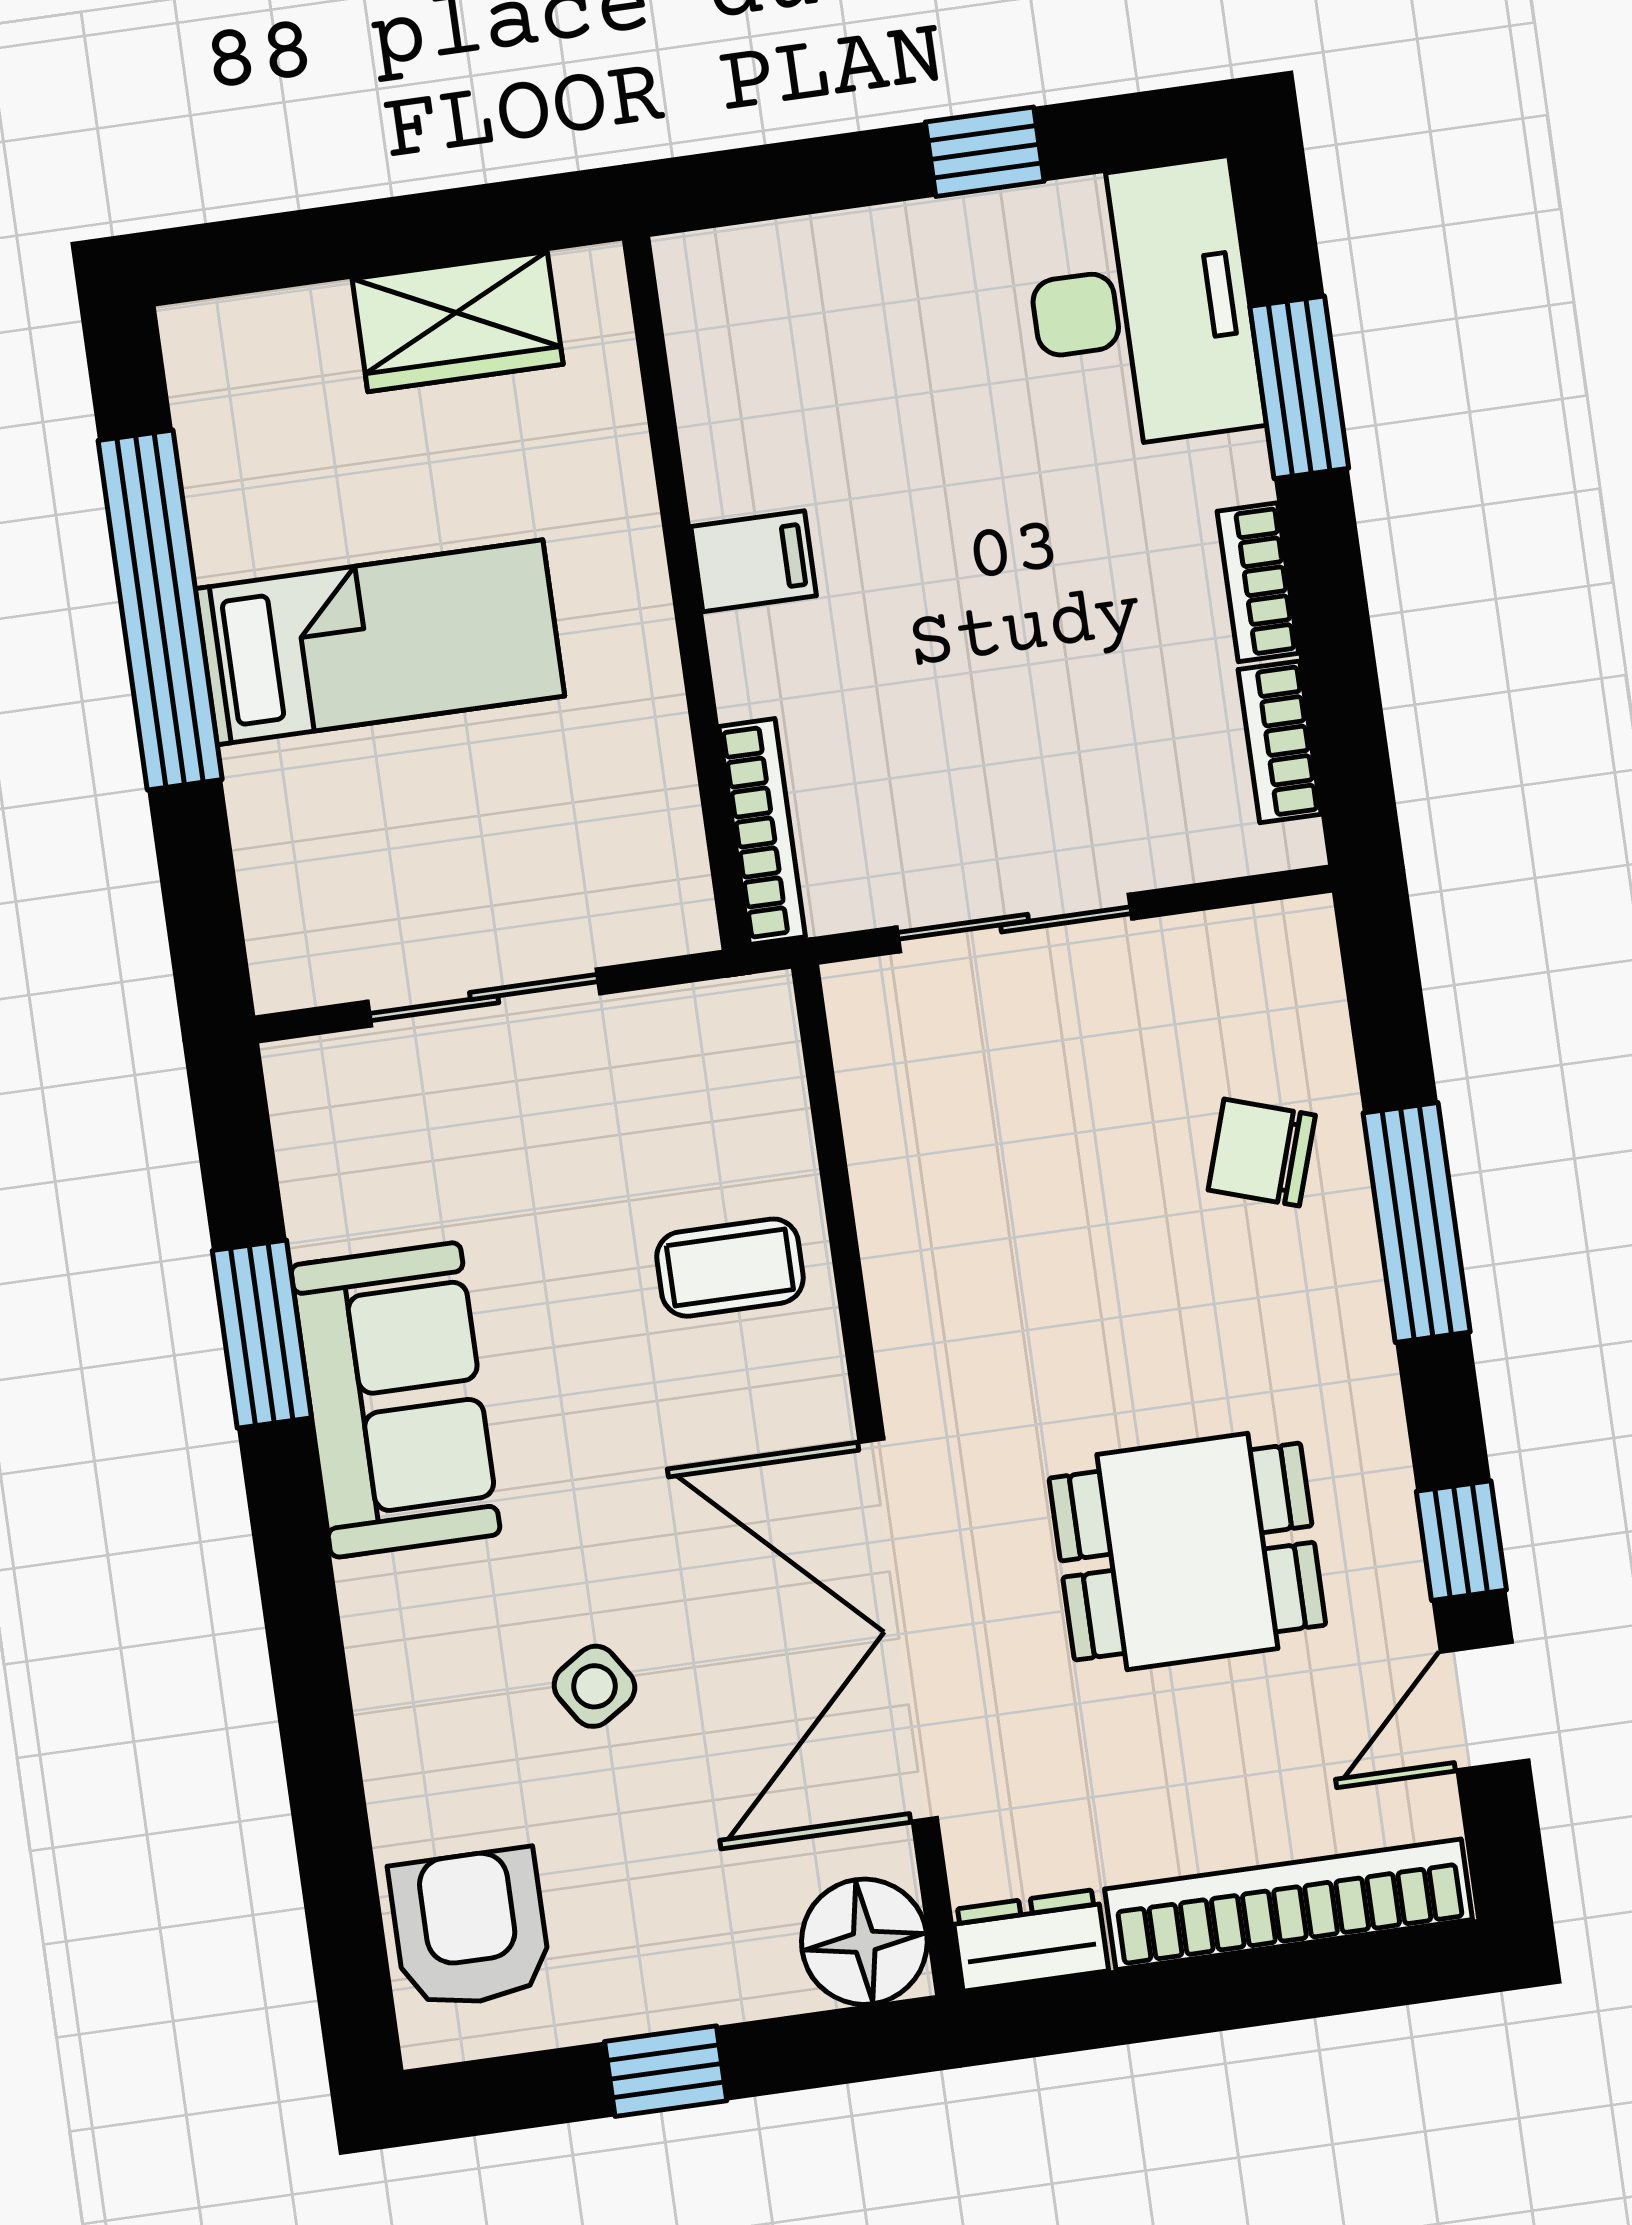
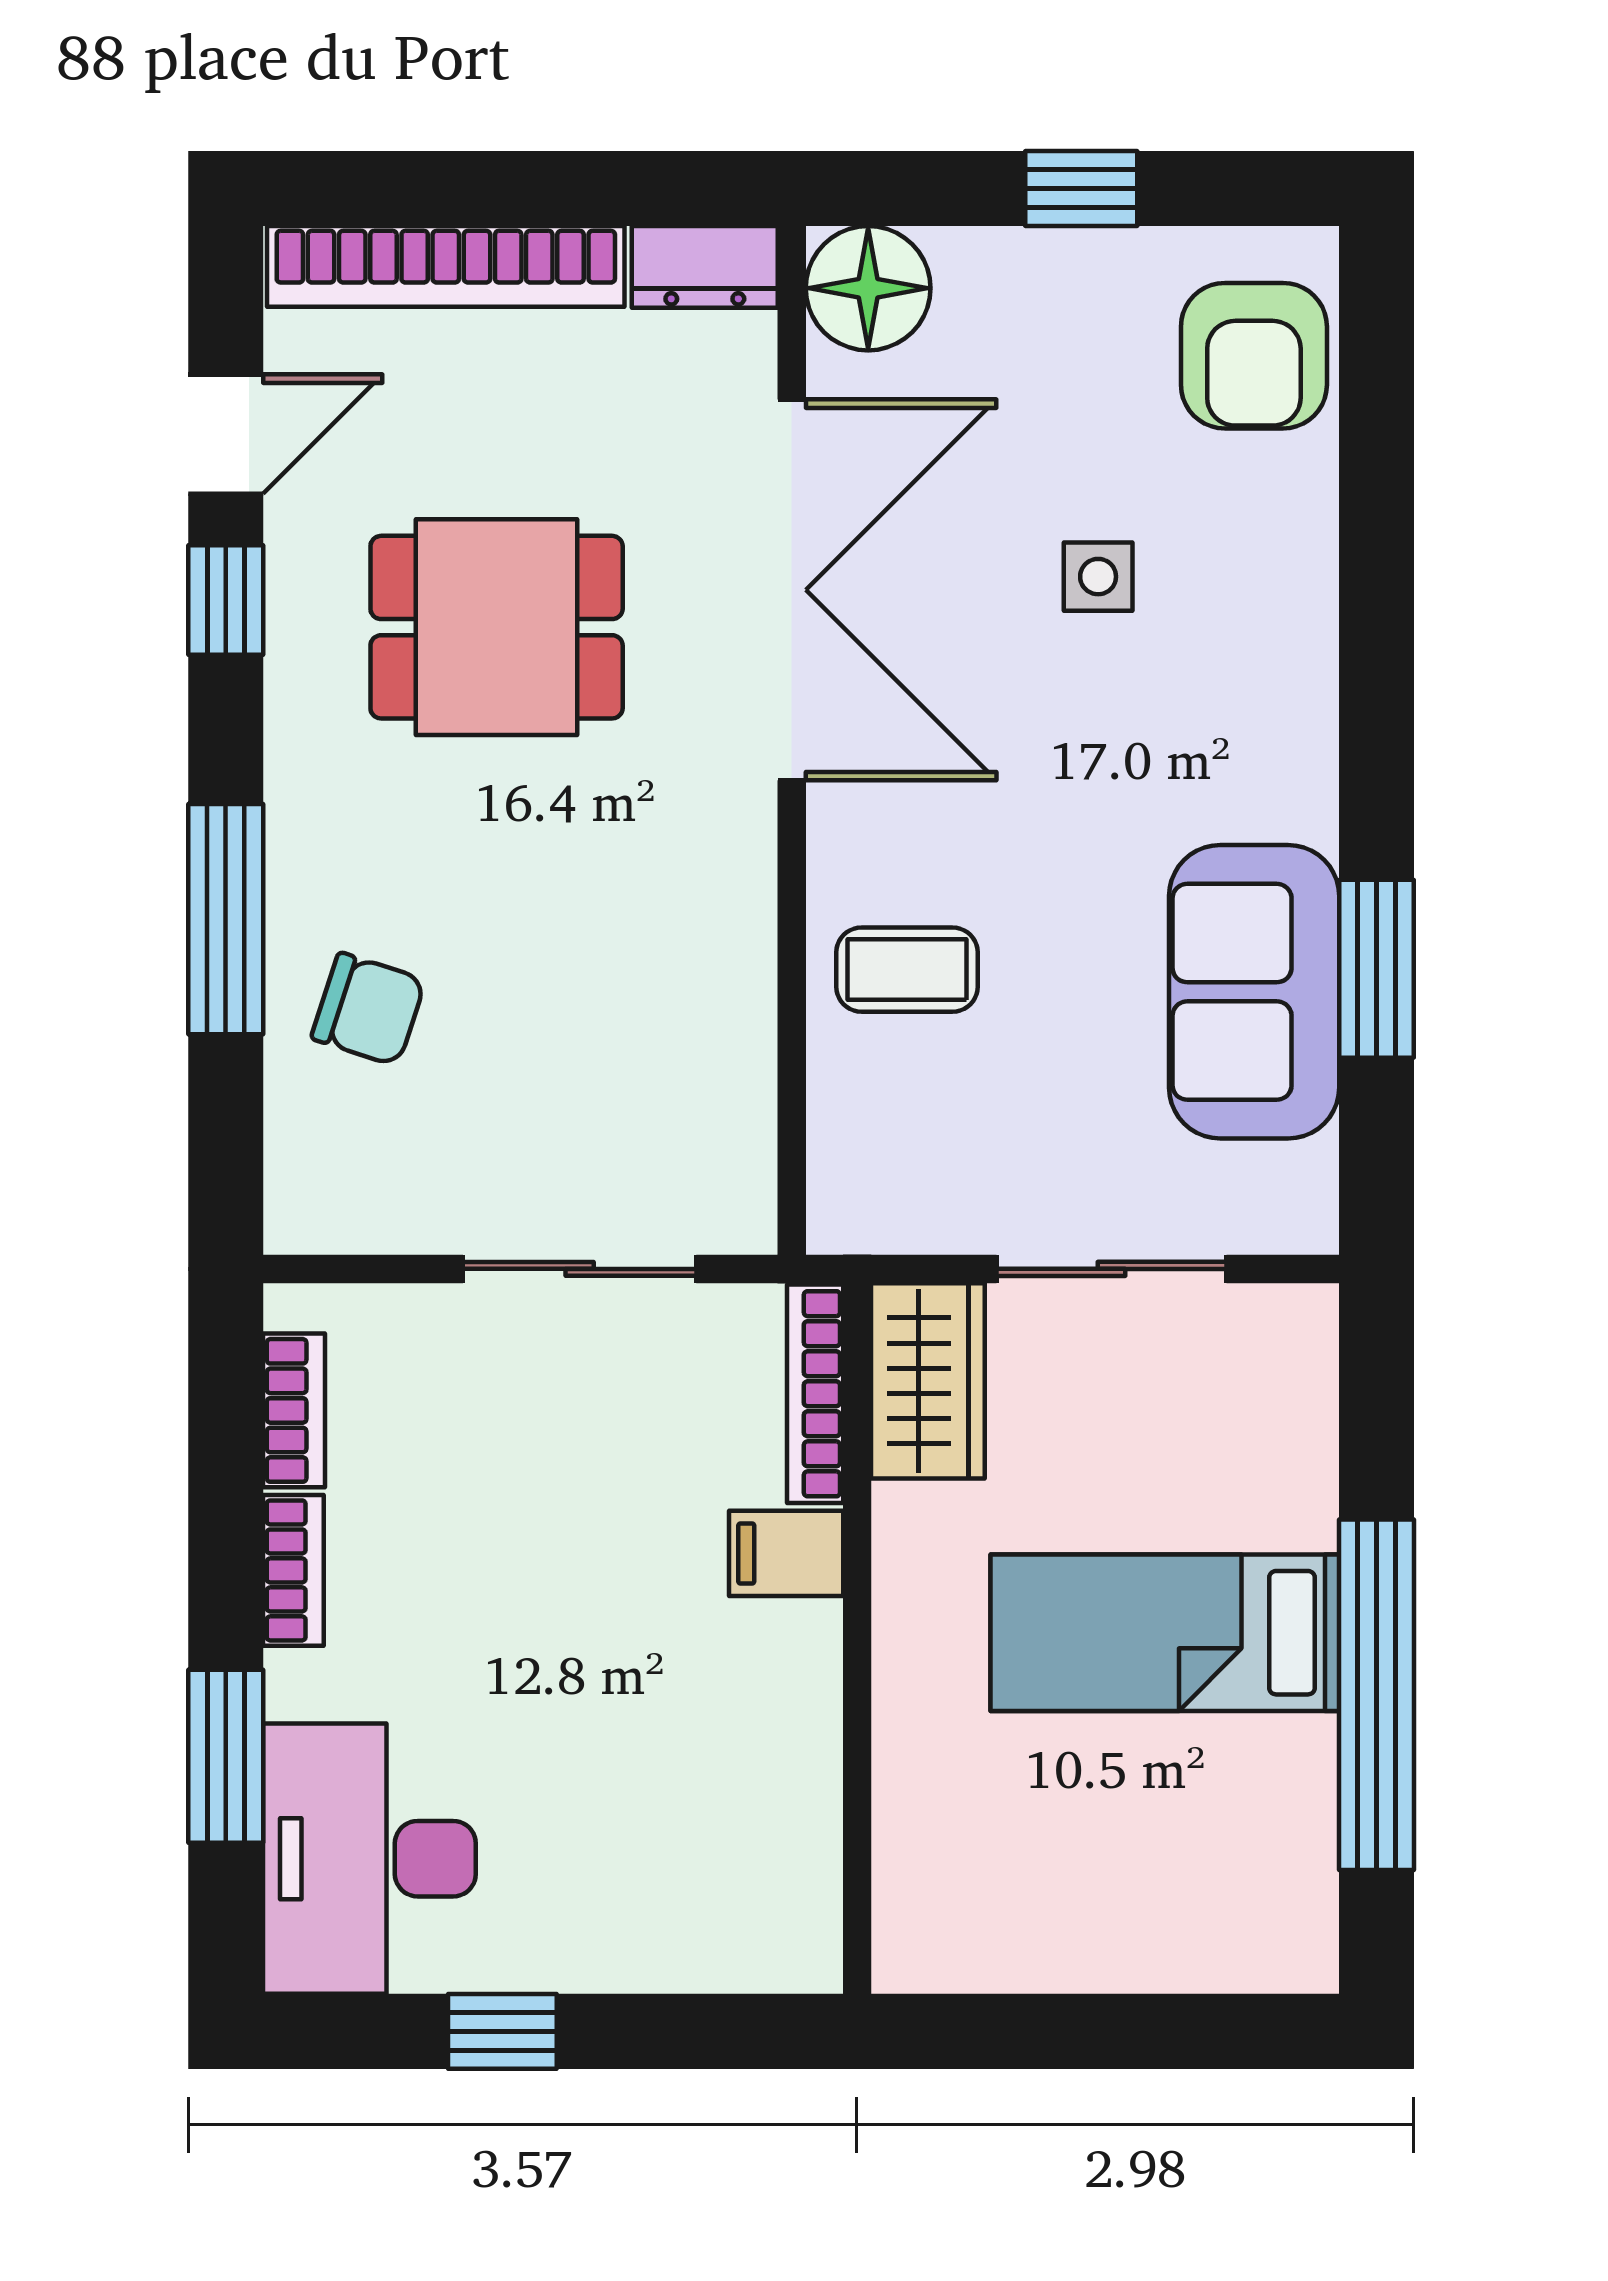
wardrobe: (458, 322) -> (928, 1381), moved, turned 90
filing cabinet: (754, 561) -> (786, 1553), moved
sofa: (396, 1400) -> (1254, 992), moved
side table: (594, 1686) -> (1098, 577), turned 33

